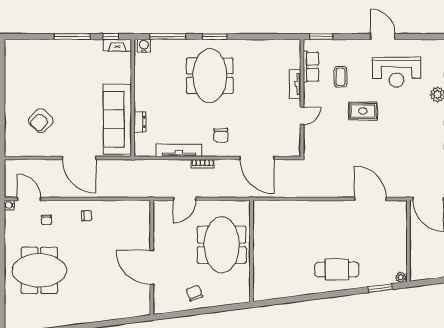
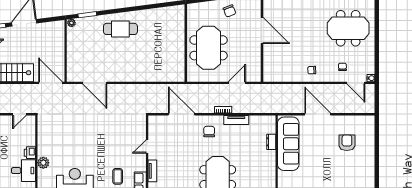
rug: (363, 111) -> (100, 150), removed
armchair: (41, 121) -> (347, 143), turned -44
tv unit: (179, 150) -> (236, 120), width x0.71

